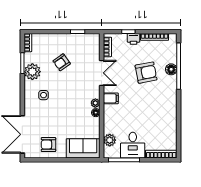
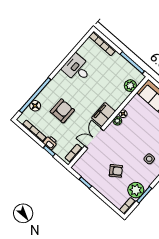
floor lamp: (171, 69) -> (35, 106), moved
plant: (32, 72) -> (136, 190), moved
armchair: (146, 73) -> (62, 111), turned 101
filing cabinet: (111, 98) -> (103, 115), width x2.00
desk: (133, 145) -> (77, 68), moved, turned -90

